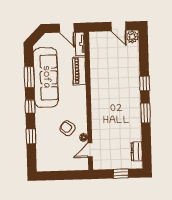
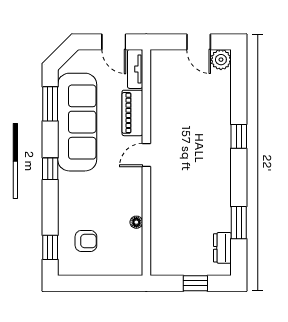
window: (29, 77) -> (50, 104), moved
window: (145, 113) -> (239, 223), moved
armchair: (67, 128) -> (86, 241), moved, turned 141
window: (31, 136) -> (50, 247), moved
door: (90, 150) -> (146, 155), moved

